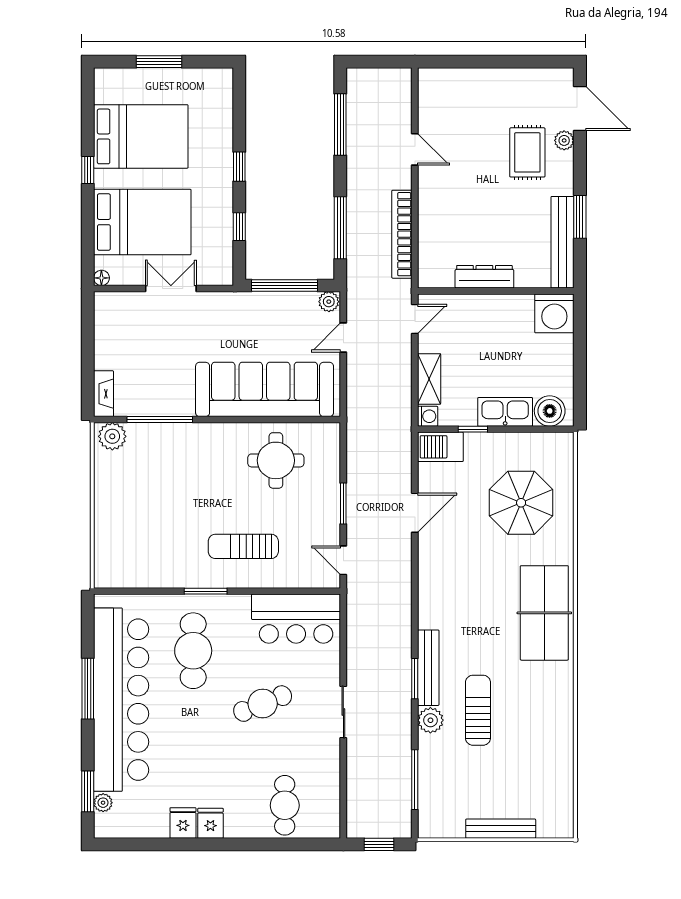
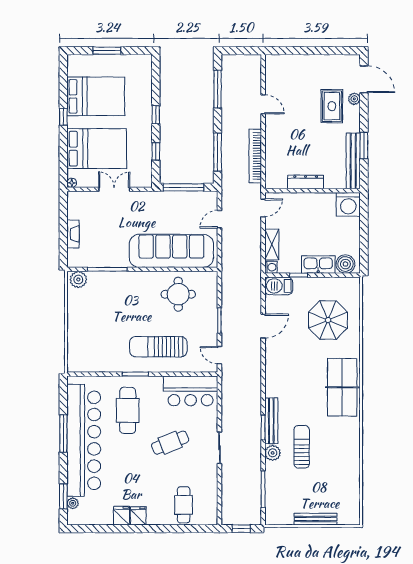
plant: (329, 302) -> (211, 197), removed
fireplace: (104, 394) -> (73, 234), moved
sun lounger: (243, 546) -> (158, 347), width x1.36, depth x1.34

